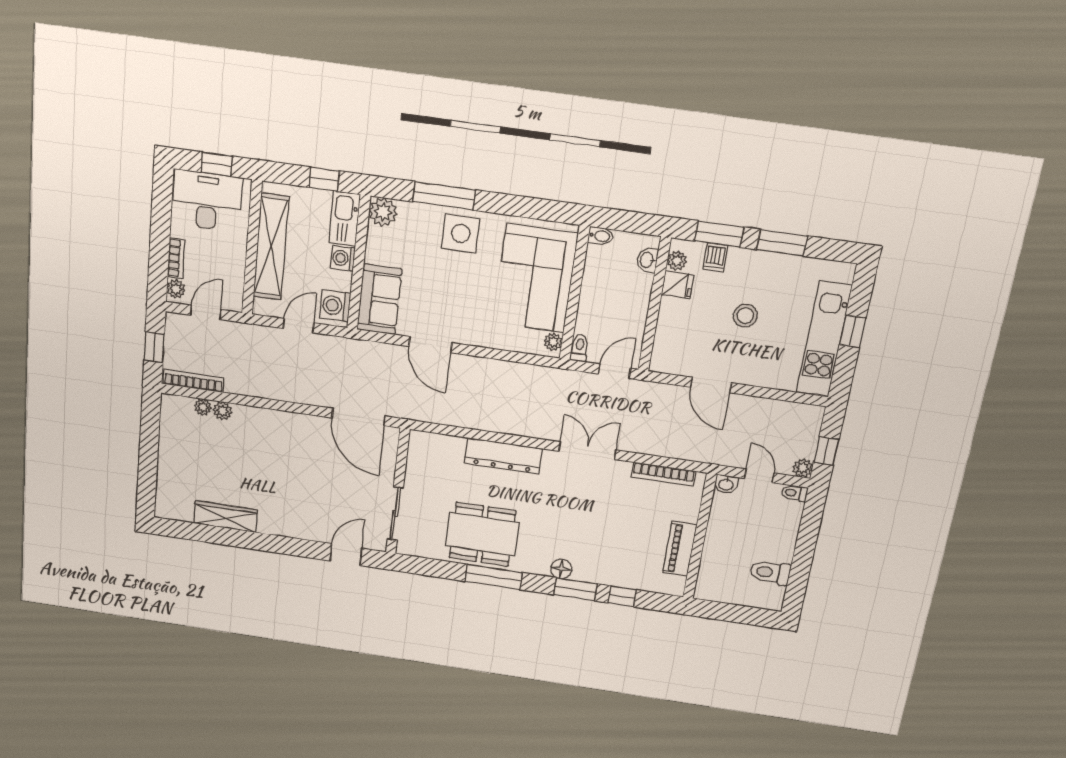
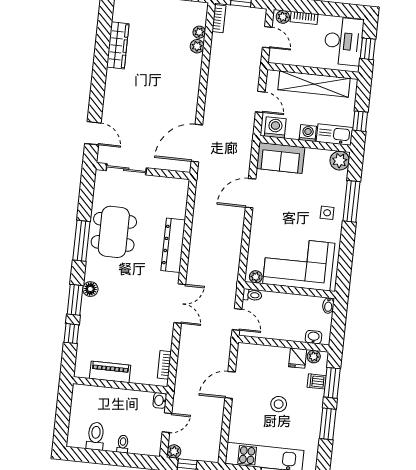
side table: (461, 233) -> (327, 213), width x0.54, depth x0.54
bookcase: (194, 381) -> (219, 19), width x0.64
bookcase: (664, 474) -> (164, 365), width x0.64
toilet: (794, 493) -> (123, 444), moved

